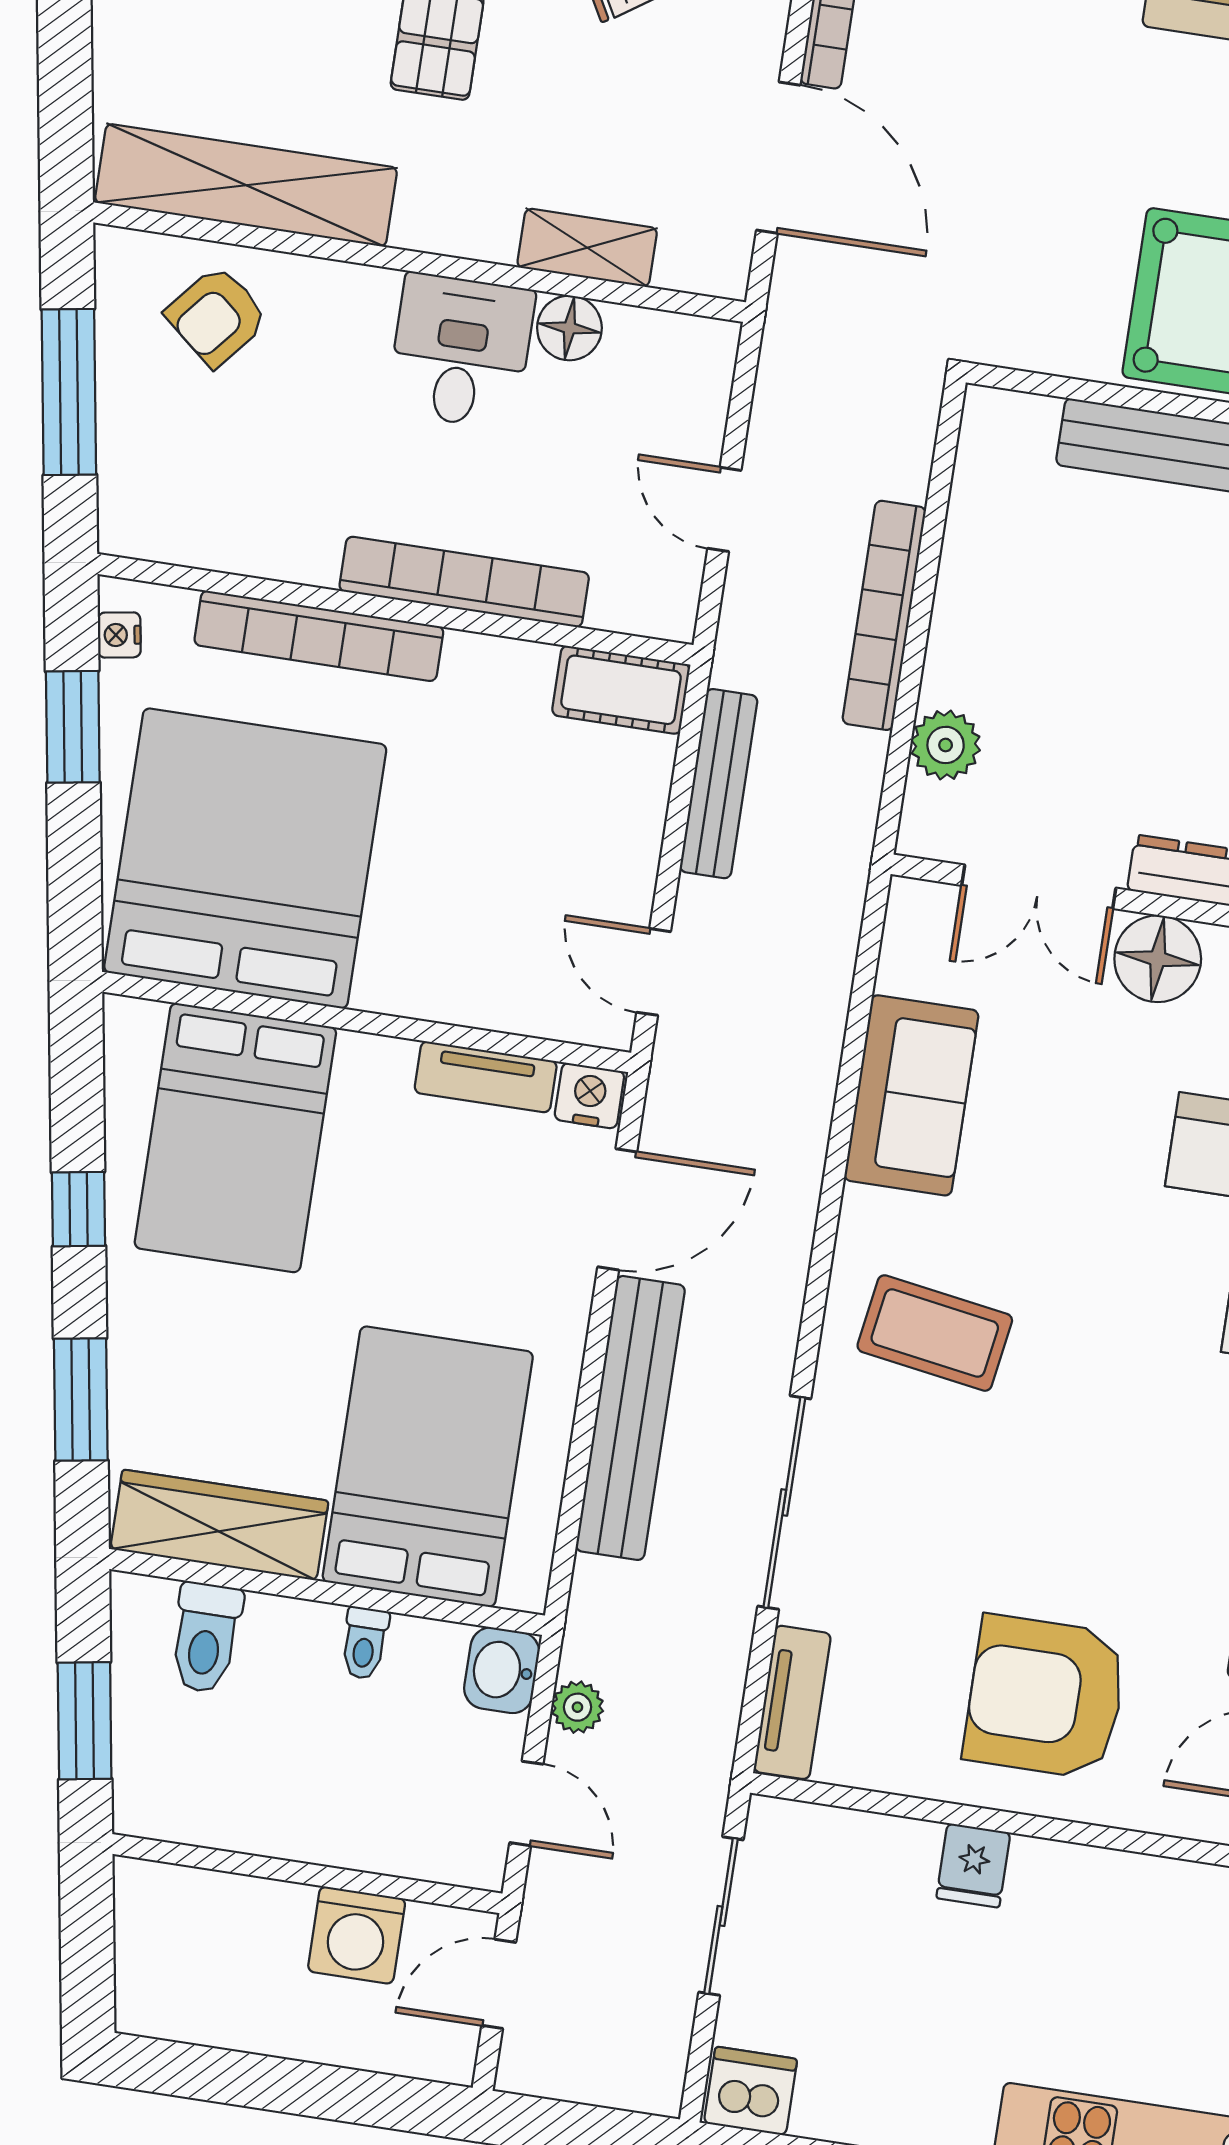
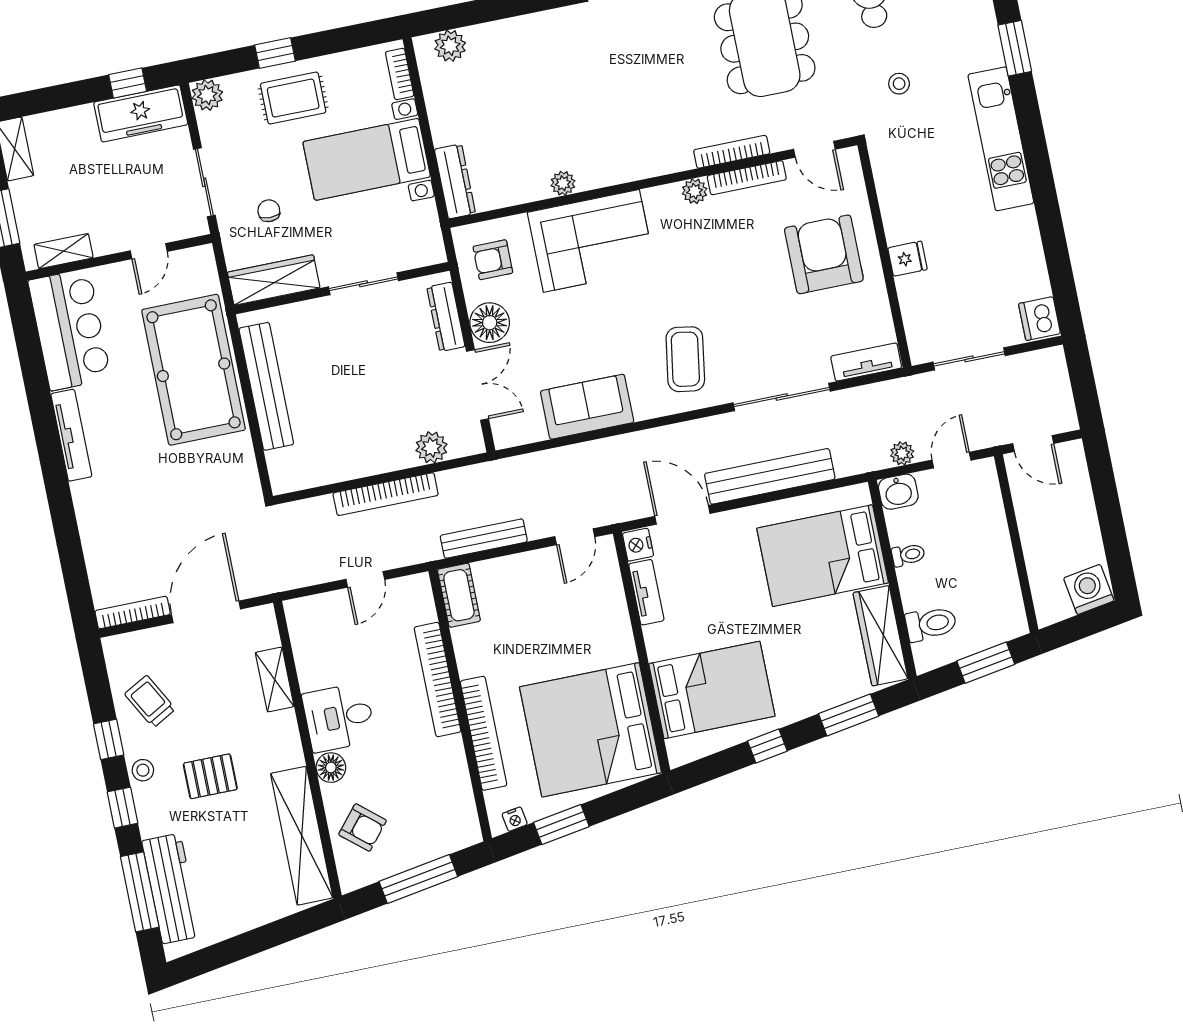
floor lamp: (569, 328) -> (331, 768), moved
armchair: (1045, 1697) -> (824, 254), turned 180
washing machine: (357, 1935) -> (1089, 589), moved, turned -99

